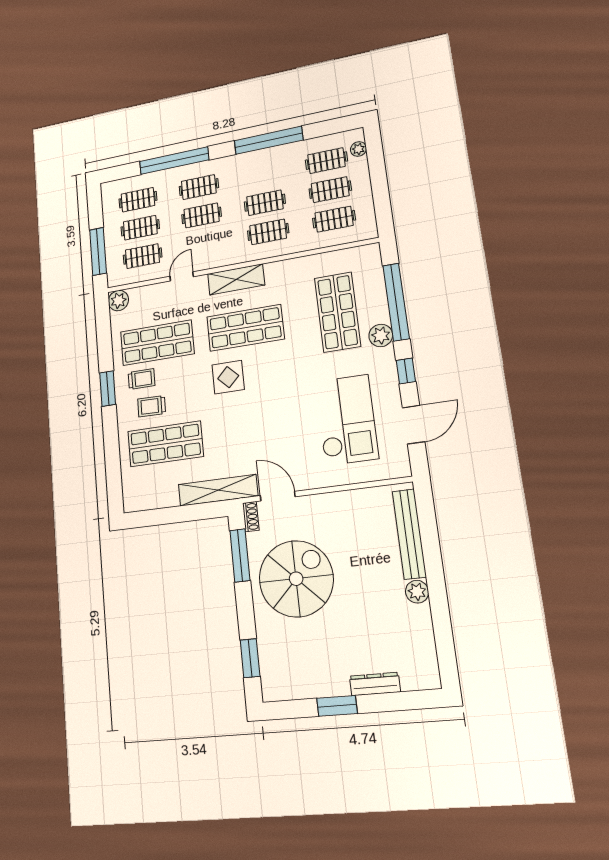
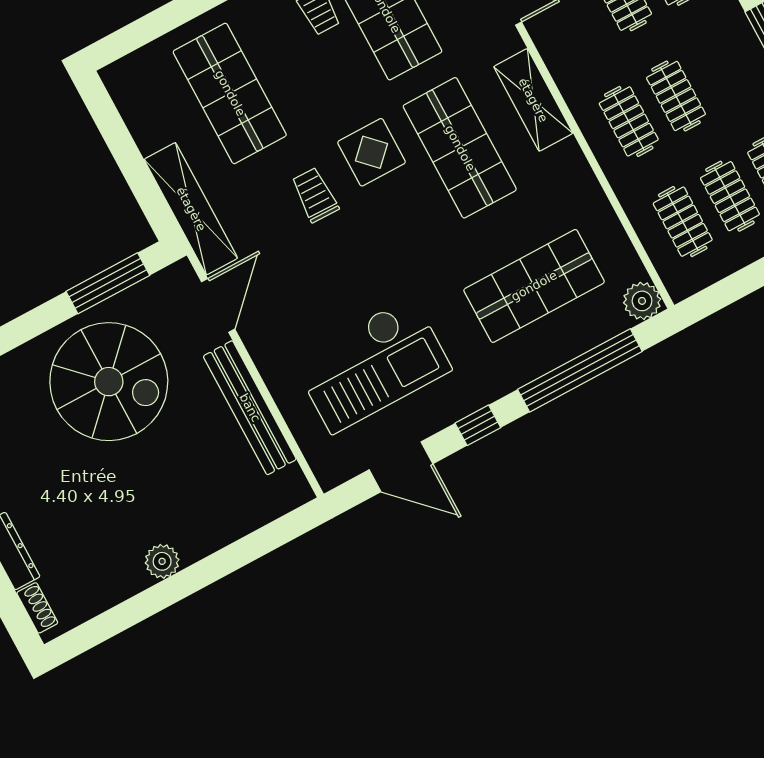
plant: (381, 335) -> (642, 301), moved
trolley: (152, 406) -> (315, 195), moved
shoe rack: (251, 517) -> (37, 608), moved, turned -90
bench: (409, 534) -> (250, 408), moved, turned 90

